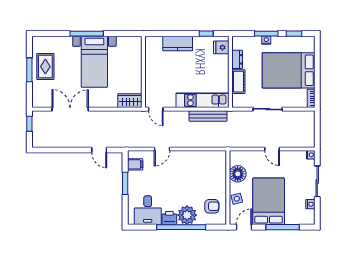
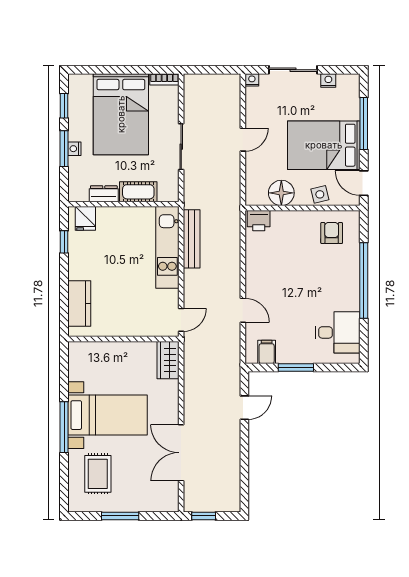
kitchen counter: (178, 43) -> (79, 303), moved
rug: (45, 67) -> (98, 474), moved, turned 90
plant: (187, 215) -> (345, 271), removed
printer: (169, 218) -> (259, 221), moved, turned -90

